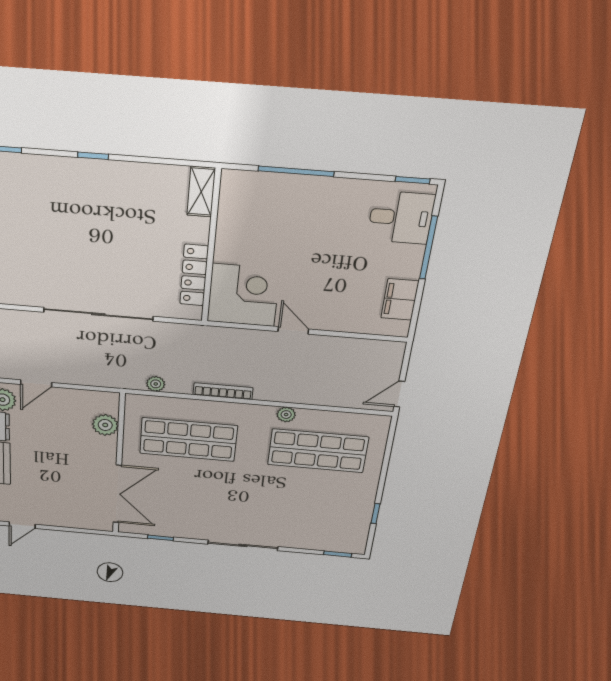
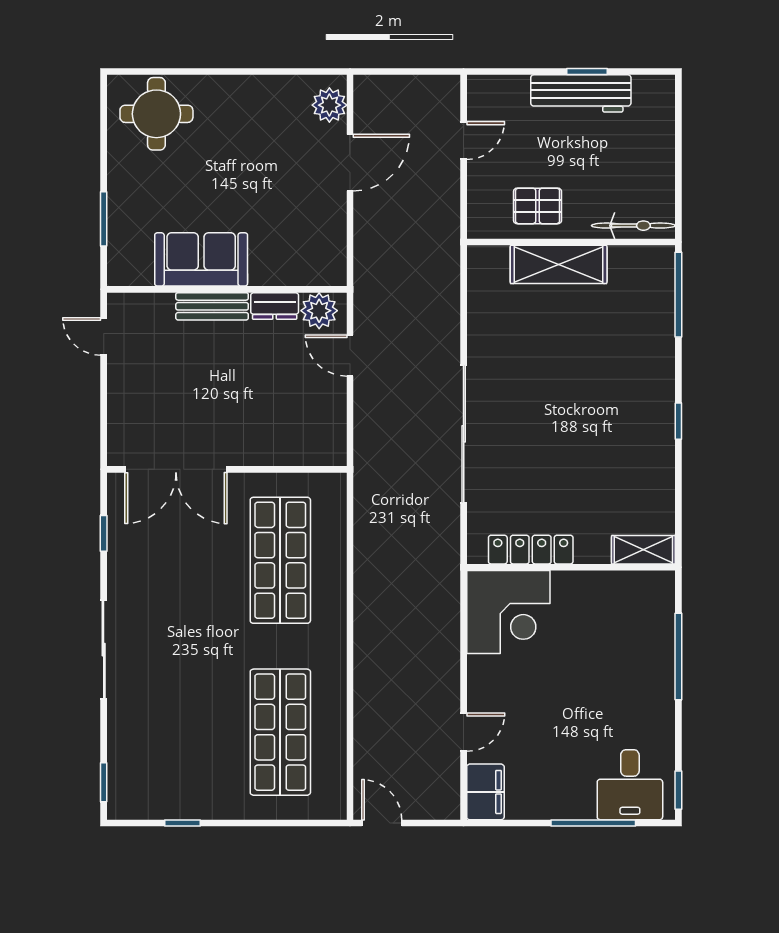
filing cabinet: (400, 299) -> (485, 792), moved, turned 90
door: (293, 330) -> (464, 732), moved
plant: (156, 384) -> (365, 512), removed
bookcase: (223, 391) -> (363, 599), removed
plant: (286, 415) -> (335, 684), removed
plant: (105, 425) -> (292, 449), removed

